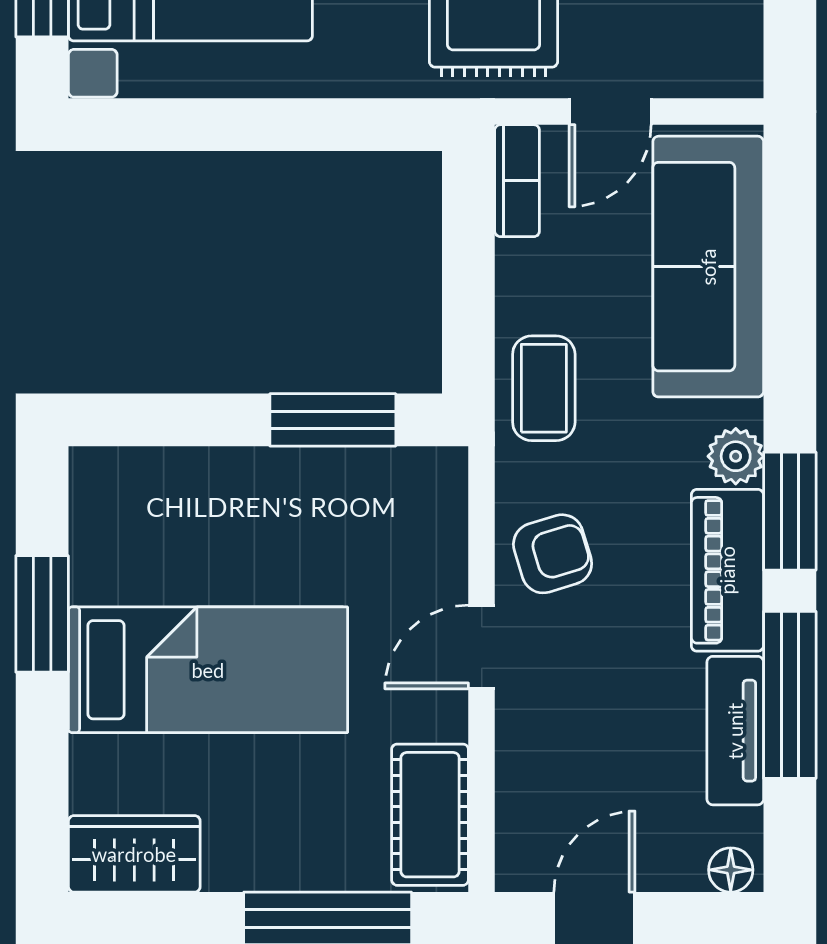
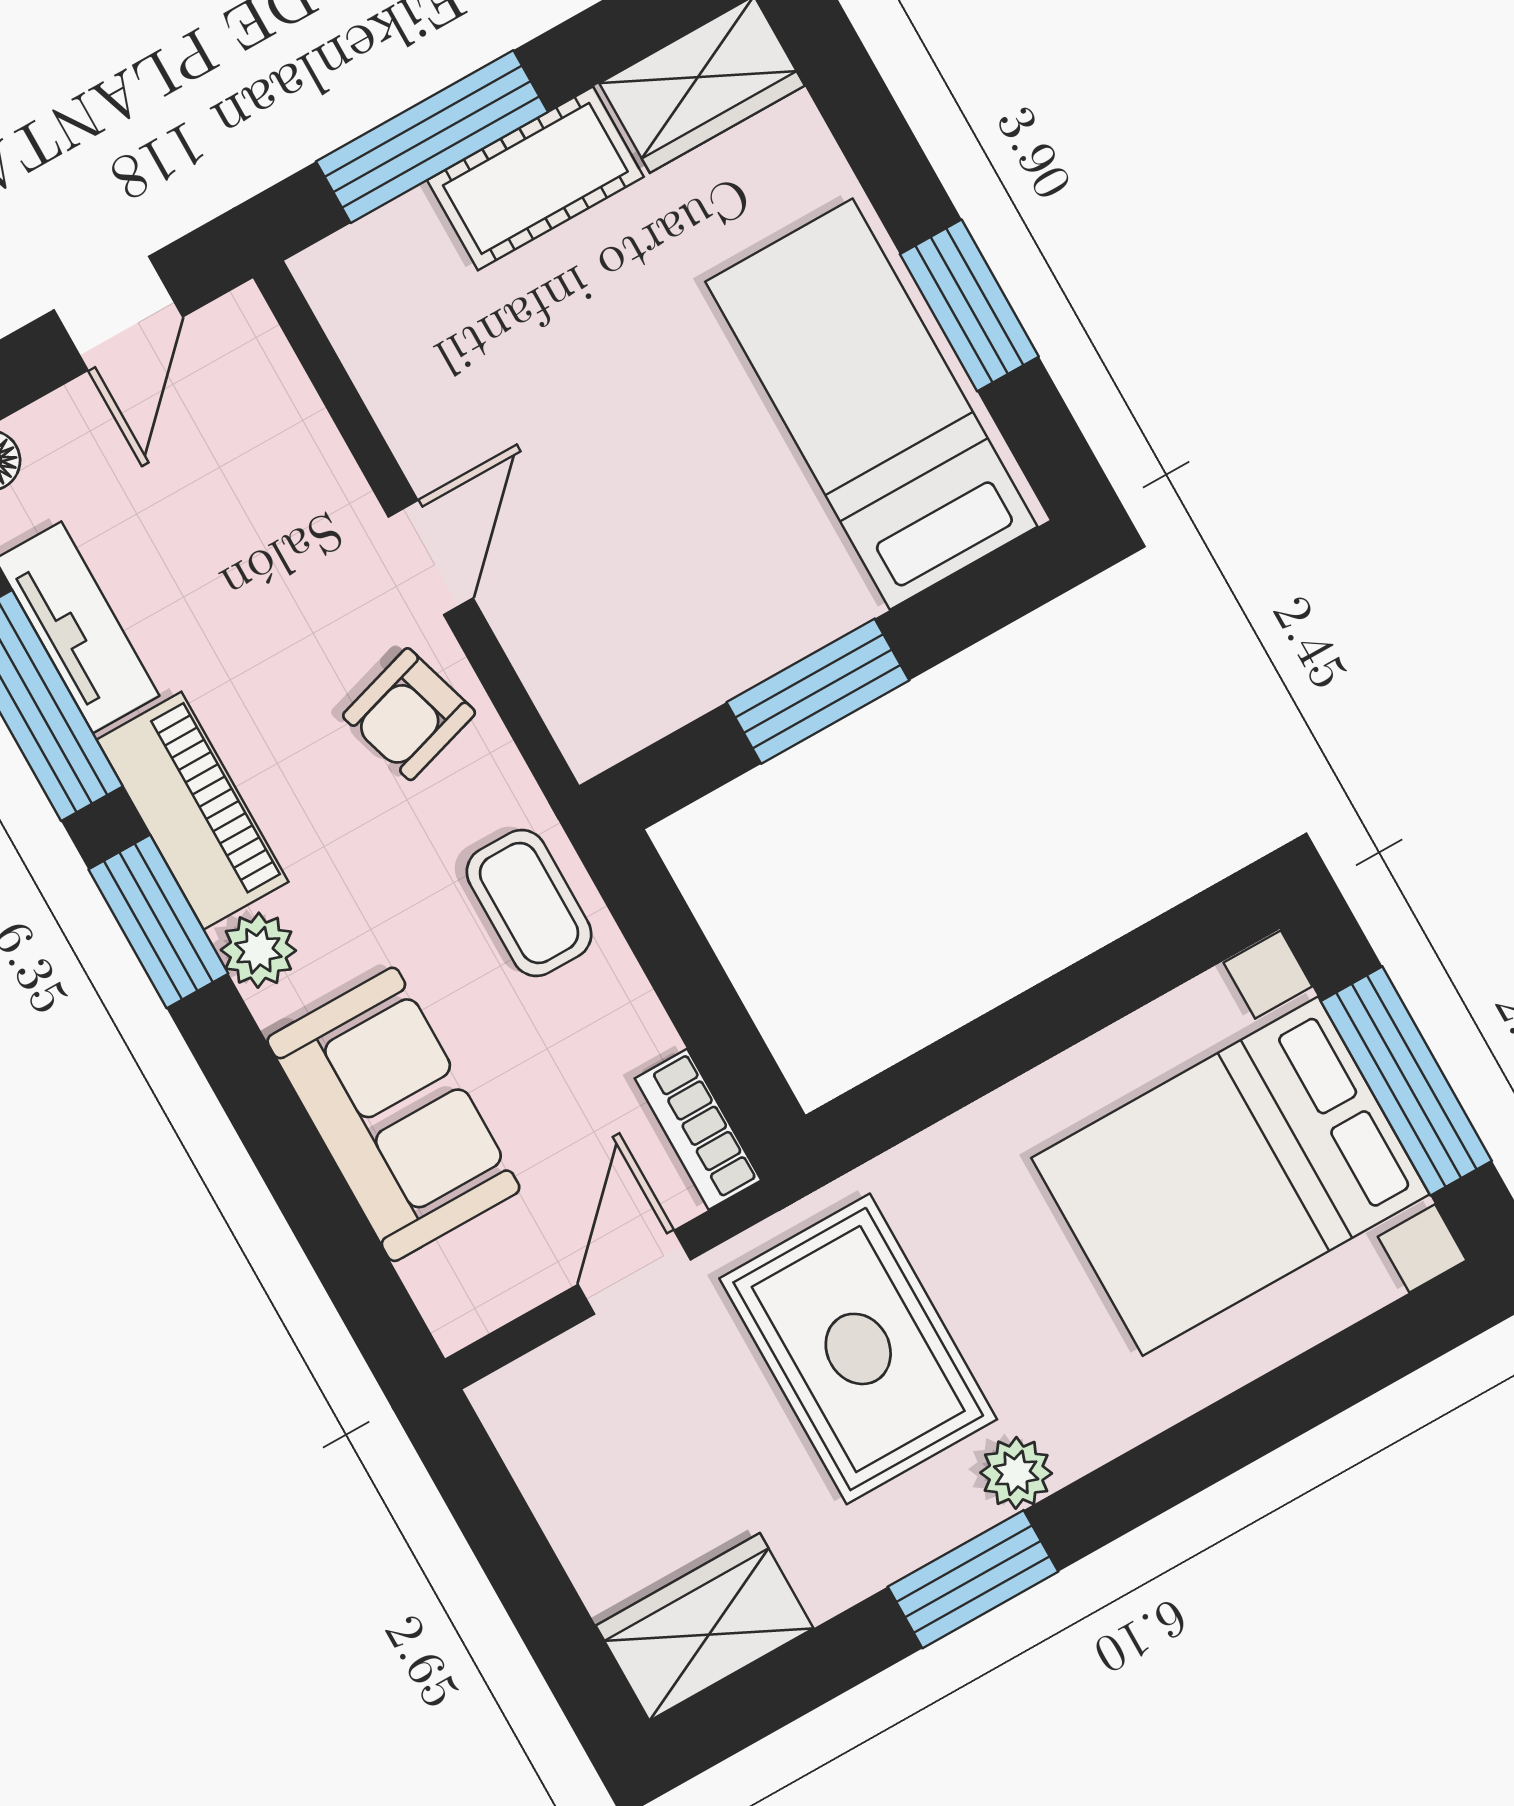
sofa: (708, 267) -> (393, 1114), width x0.73
window: (333, 420) -> (818, 691), moved
bed: (208, 670) -> (871, 404), moved, turned 90
cot: (430, 815) -> (535, 178), moved, turned 90

